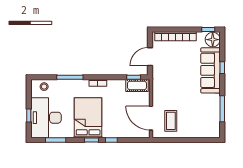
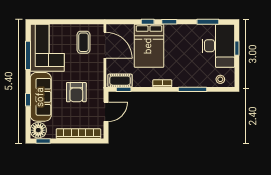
armchair: (177, 75) -> (76, 92), added
corner sofa: (204, 116) -> (47, 48), added
bed: (88, 118) -> (149, 46), moved

